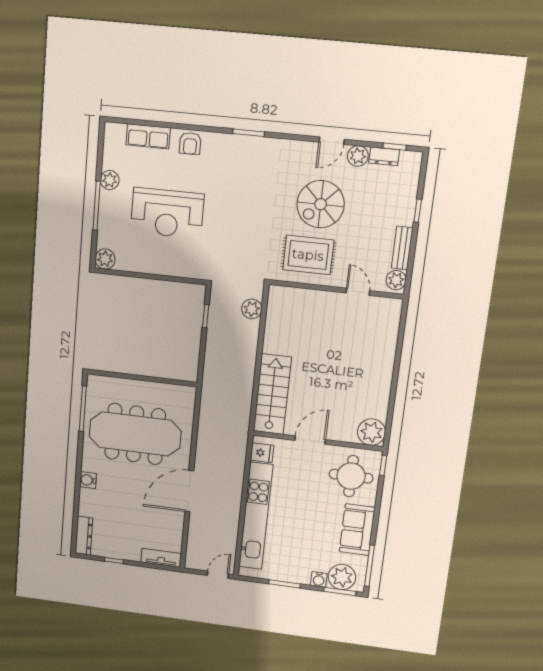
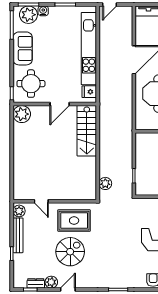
bench: (402, 248) -> (18, 235), width x1.36

